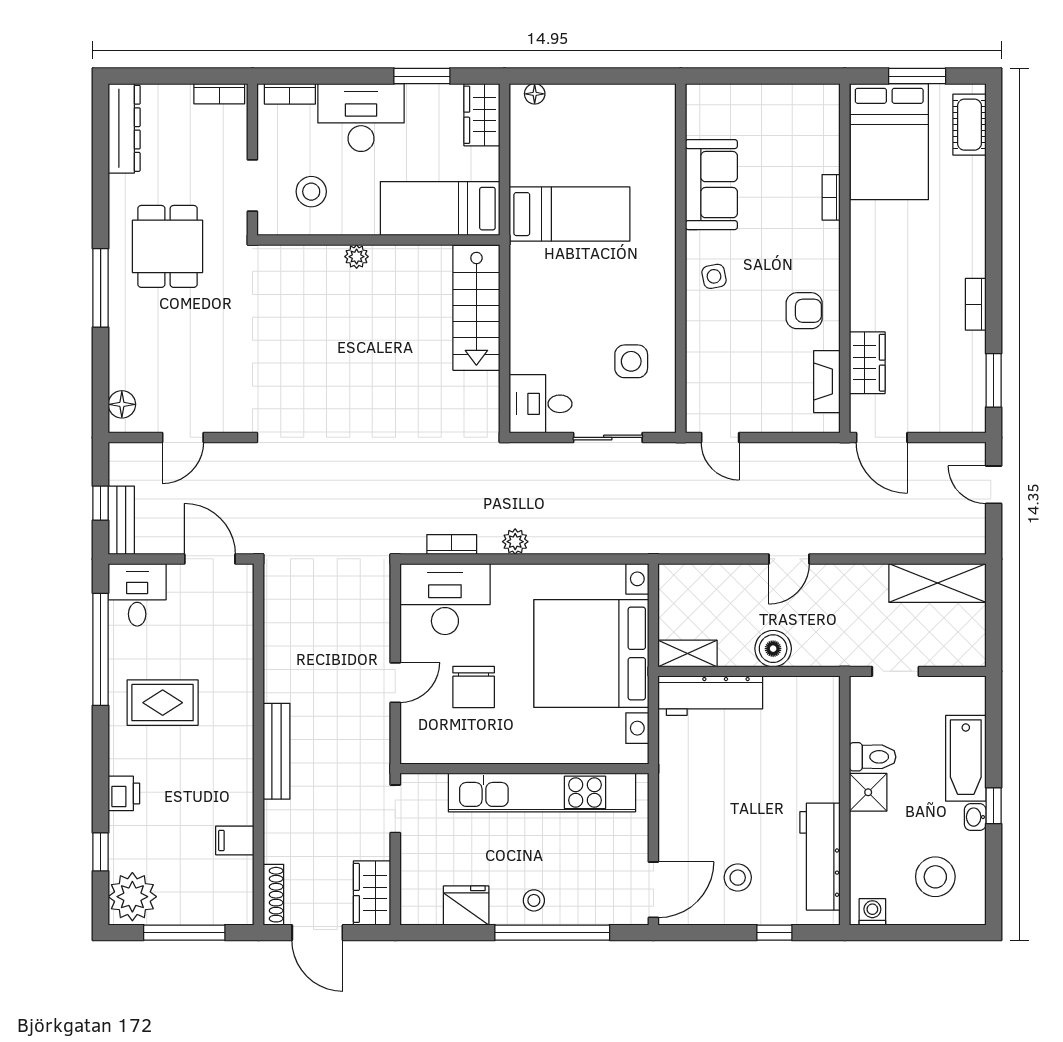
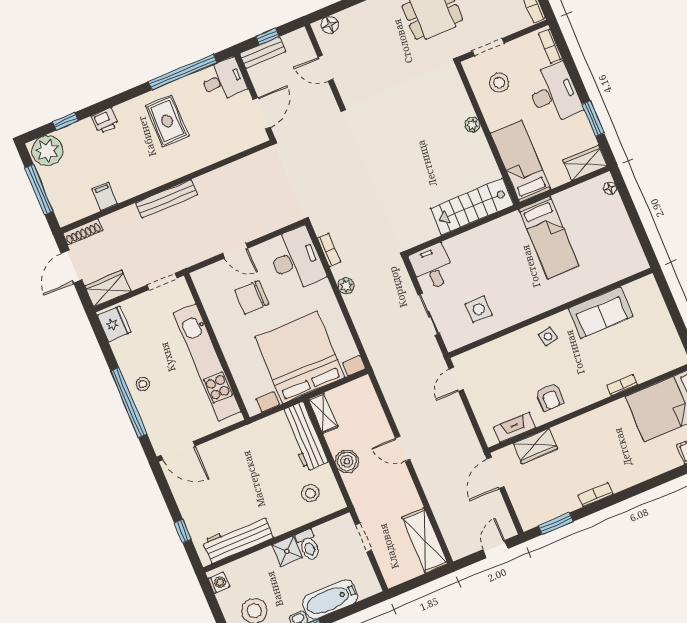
stool: (738, 878) -> (311, 493), moved
fridge: (466, 905) -> (114, 324), moved

